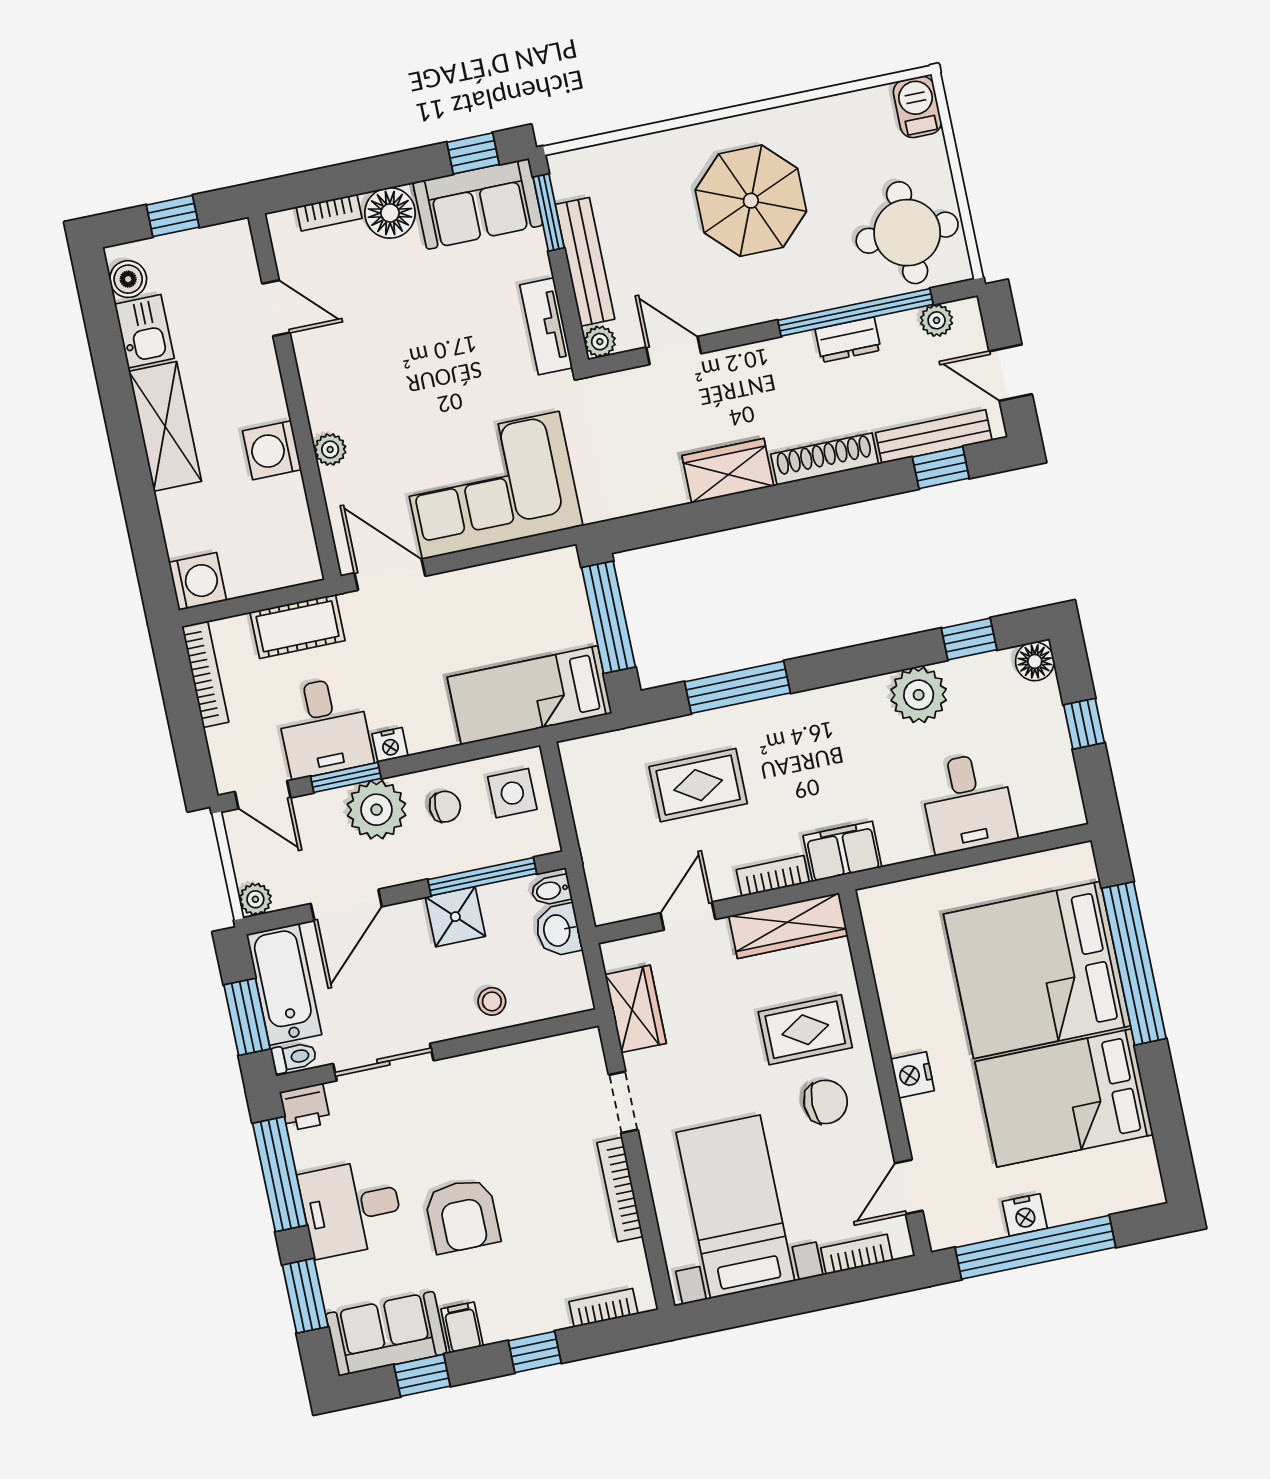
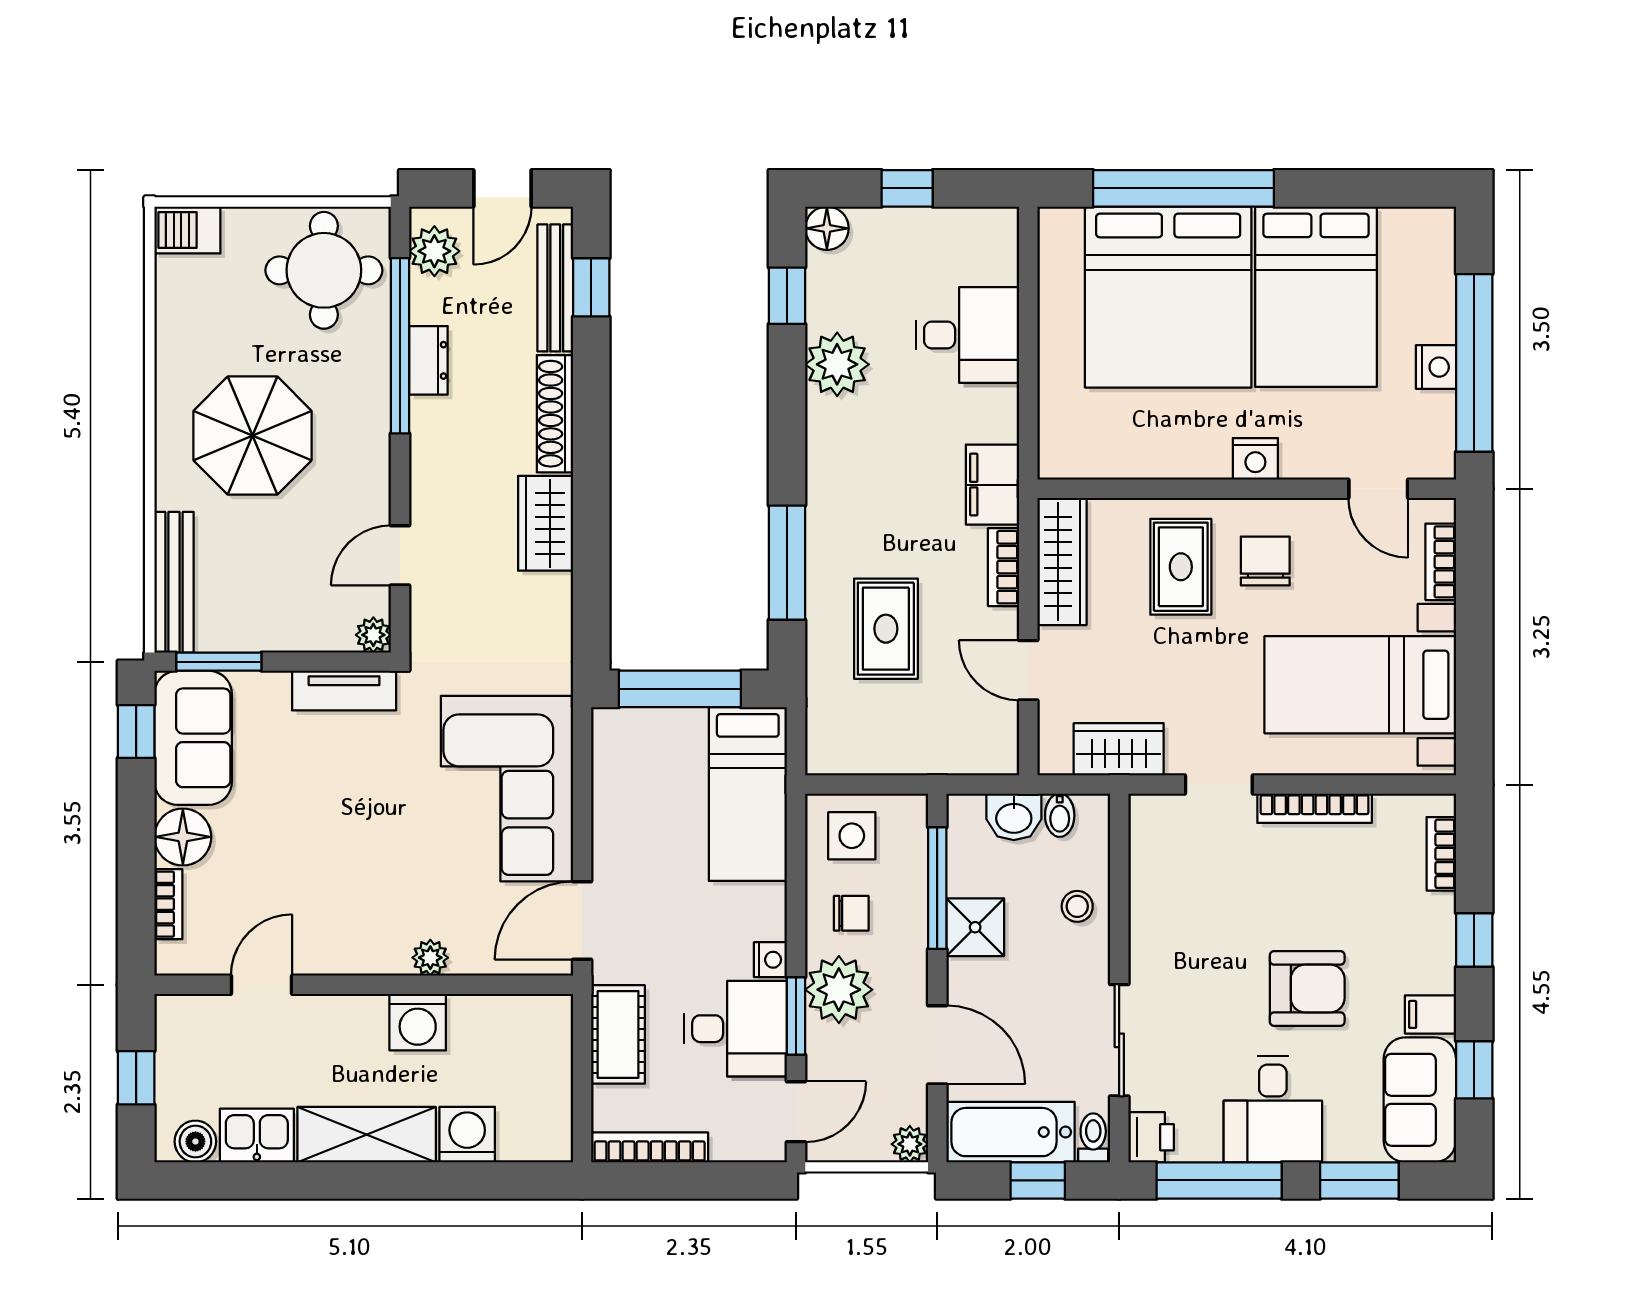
bench: (585, 262) -> (174, 582), moved, turned 90
plant: (937, 320) -> (434, 251), width x1.38, depth x1.38
washing machine: (198, 581) -> (467, 1135), moved
chair: (445, 807) -> (851, 913), turned 90
bidet: (551, 890) -> (1060, 815), moved
window: (247, 1017) -> (1038, 1180), width x0.67

